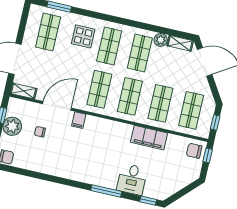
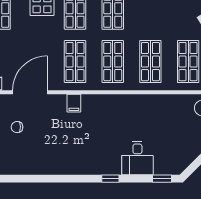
filing cabinet: (79, 120) -> (74, 103), moved
filing cabinet: (149, 138) -> (146, 105), removed
window: (106, 191) -> (110, 179), width x0.46

